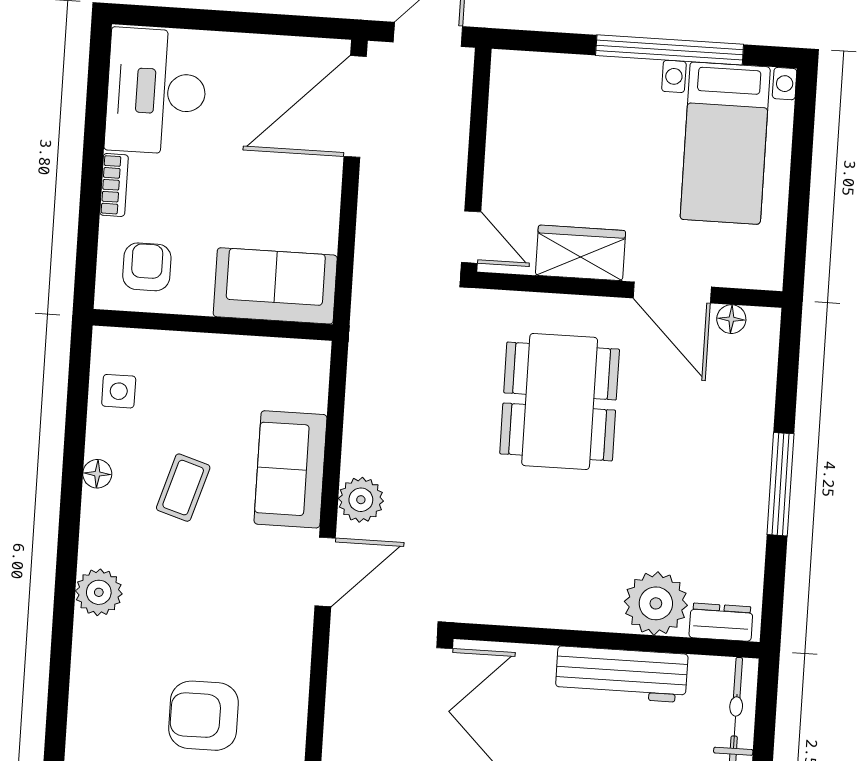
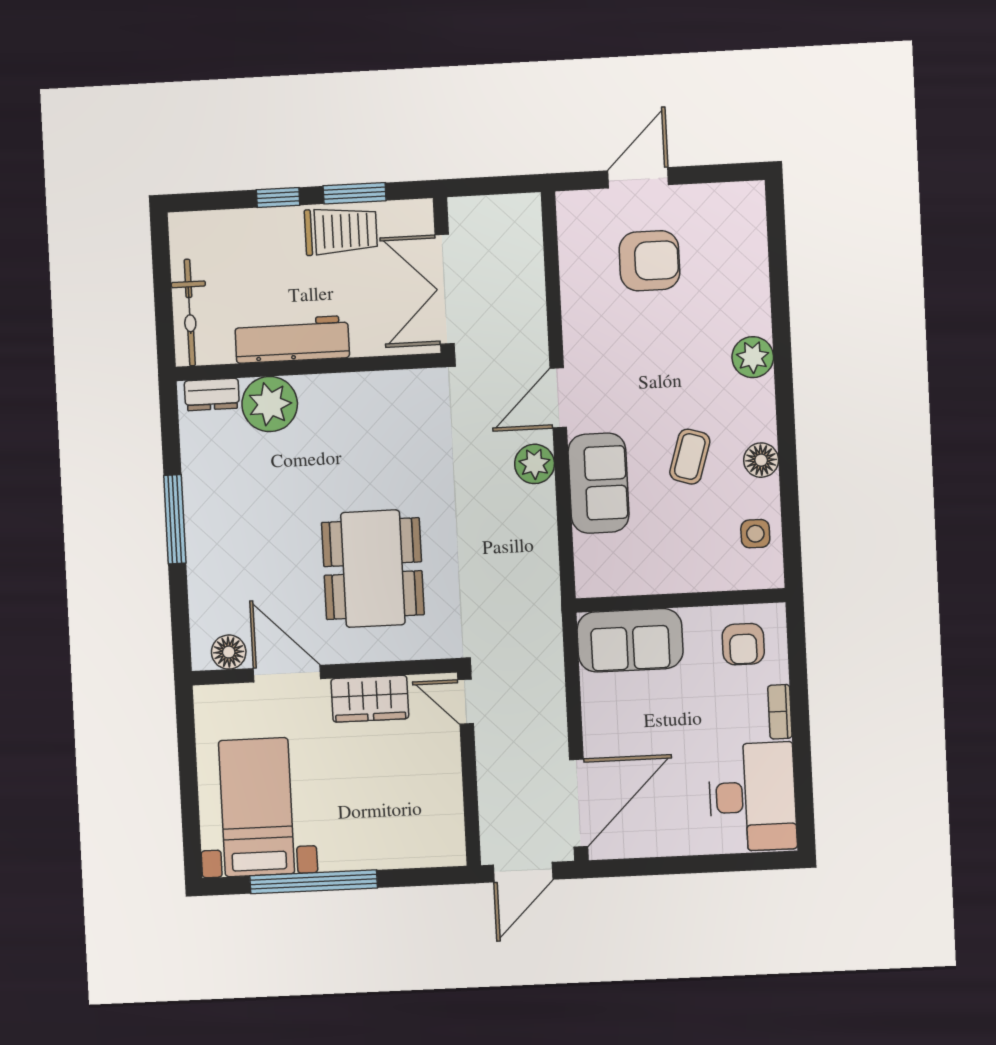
floor lamp: (731, 319) -> (229, 652), width x1.37, depth x1.37
floor lamp: (97, 474) -> (761, 460), width x1.37, depth x1.37

